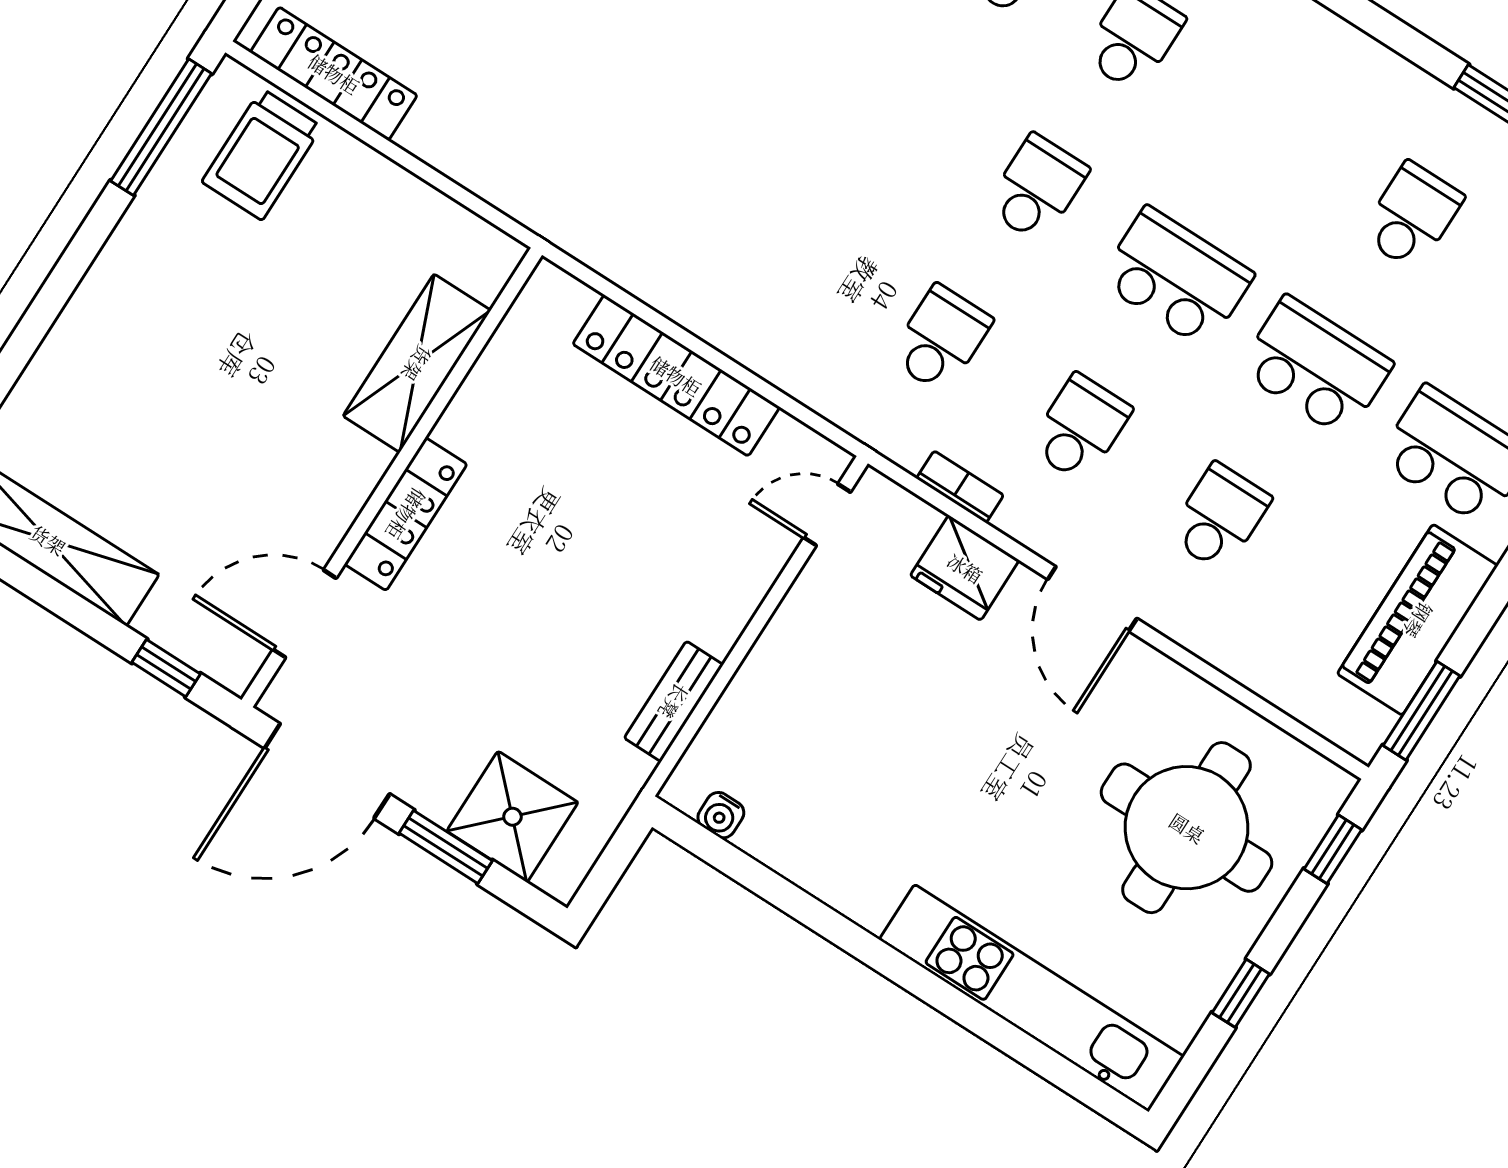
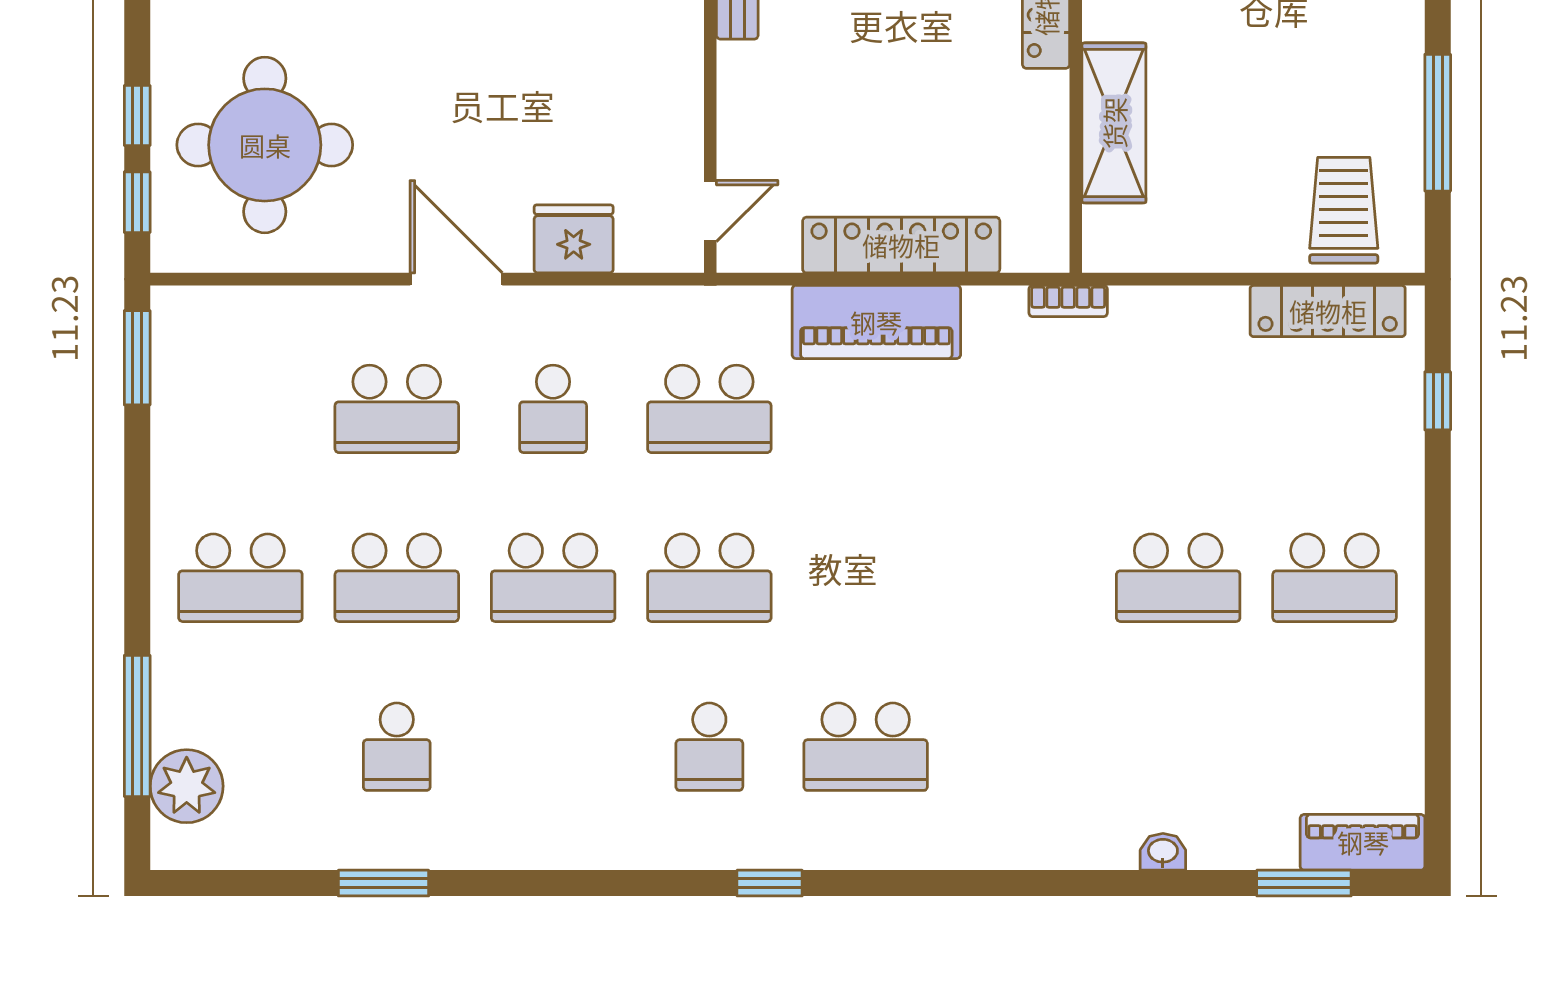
window: (161, 127) -> (1438, 123), moved
school desk: (1037, 188) -> (709, 578), width x1.85
school desk: (941, 339) -> (709, 409), width x1.85
bookcase: (960, 487) -> (1068, 301), moved
school desk: (1219, 517) -> (397, 409), width x1.85
piano: (1418, 620) -> (876, 322), moved, turned 90
window: (1241, 993) -> (137, 115), moved

